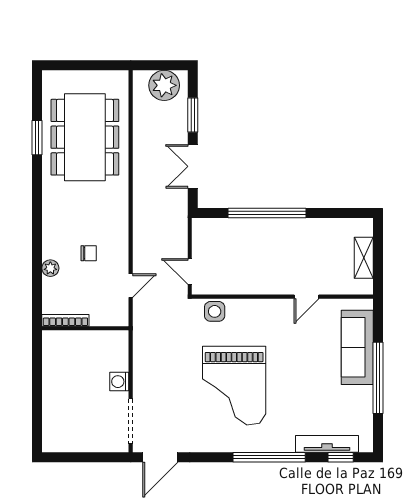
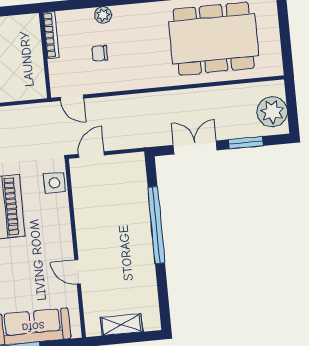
chair: (89, 253) -> (100, 53), turned 90
plant: (50, 268) -> (103, 15), moved
bookcase: (65, 320) -> (51, 35), moved
wall: (85, 328) -> (45, 55), moved

